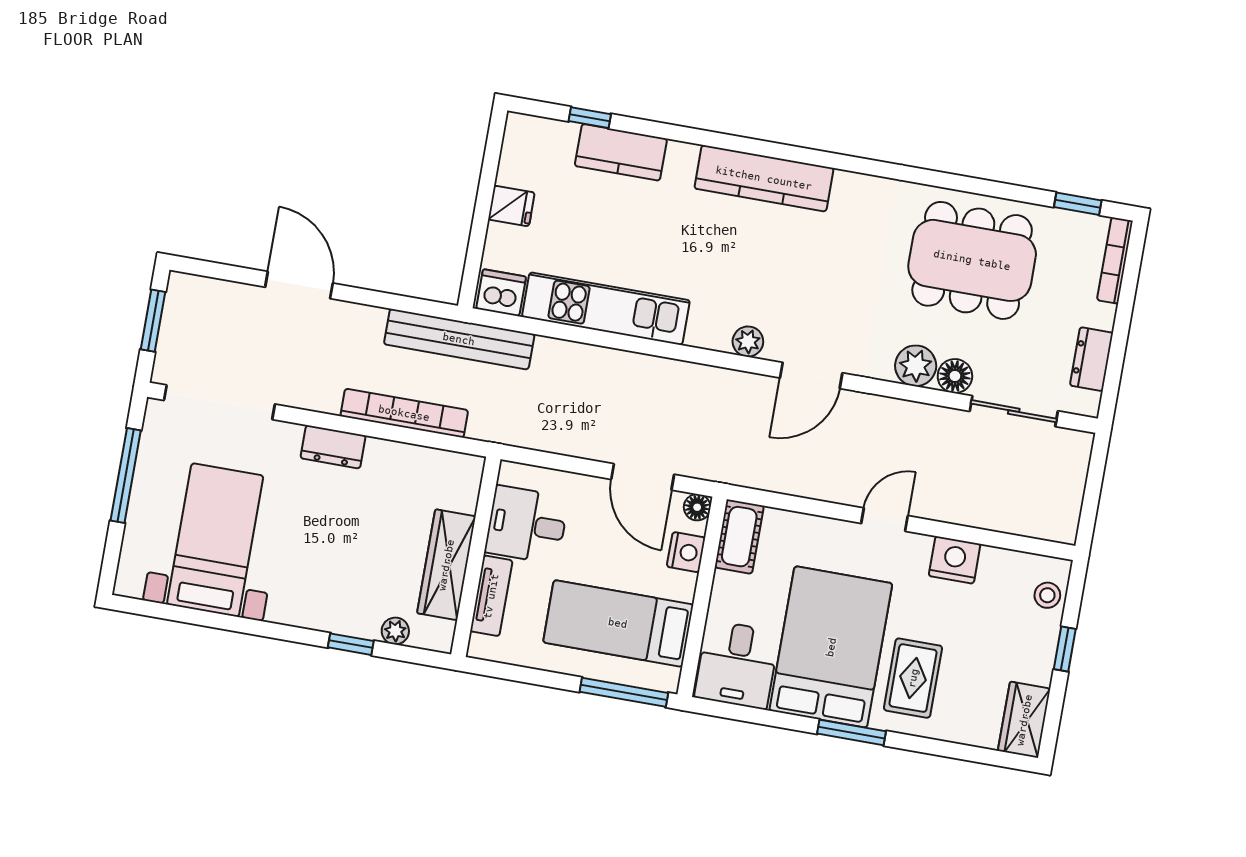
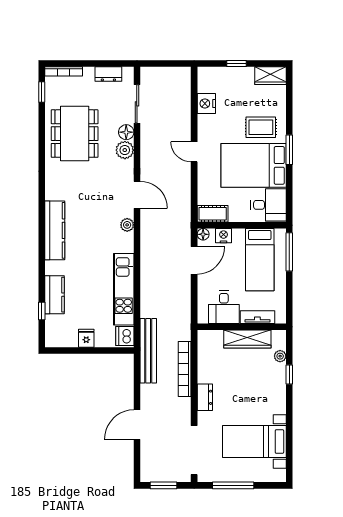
nightstand: (955, 560) -> (206, 103), moved
stool: (1047, 595) -> (215, 75), removed

